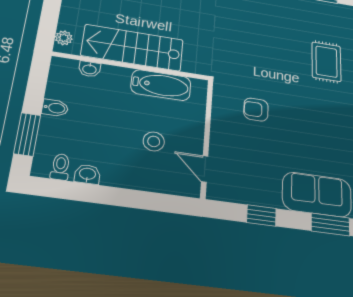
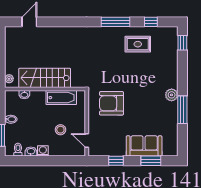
rug: (326, 62) -> (138, 44), moved, turned 90
armchair: (256, 109) -> (111, 103), width x1.88, depth x1.88
washing machine: (113, 176) -> (43, 151), added

